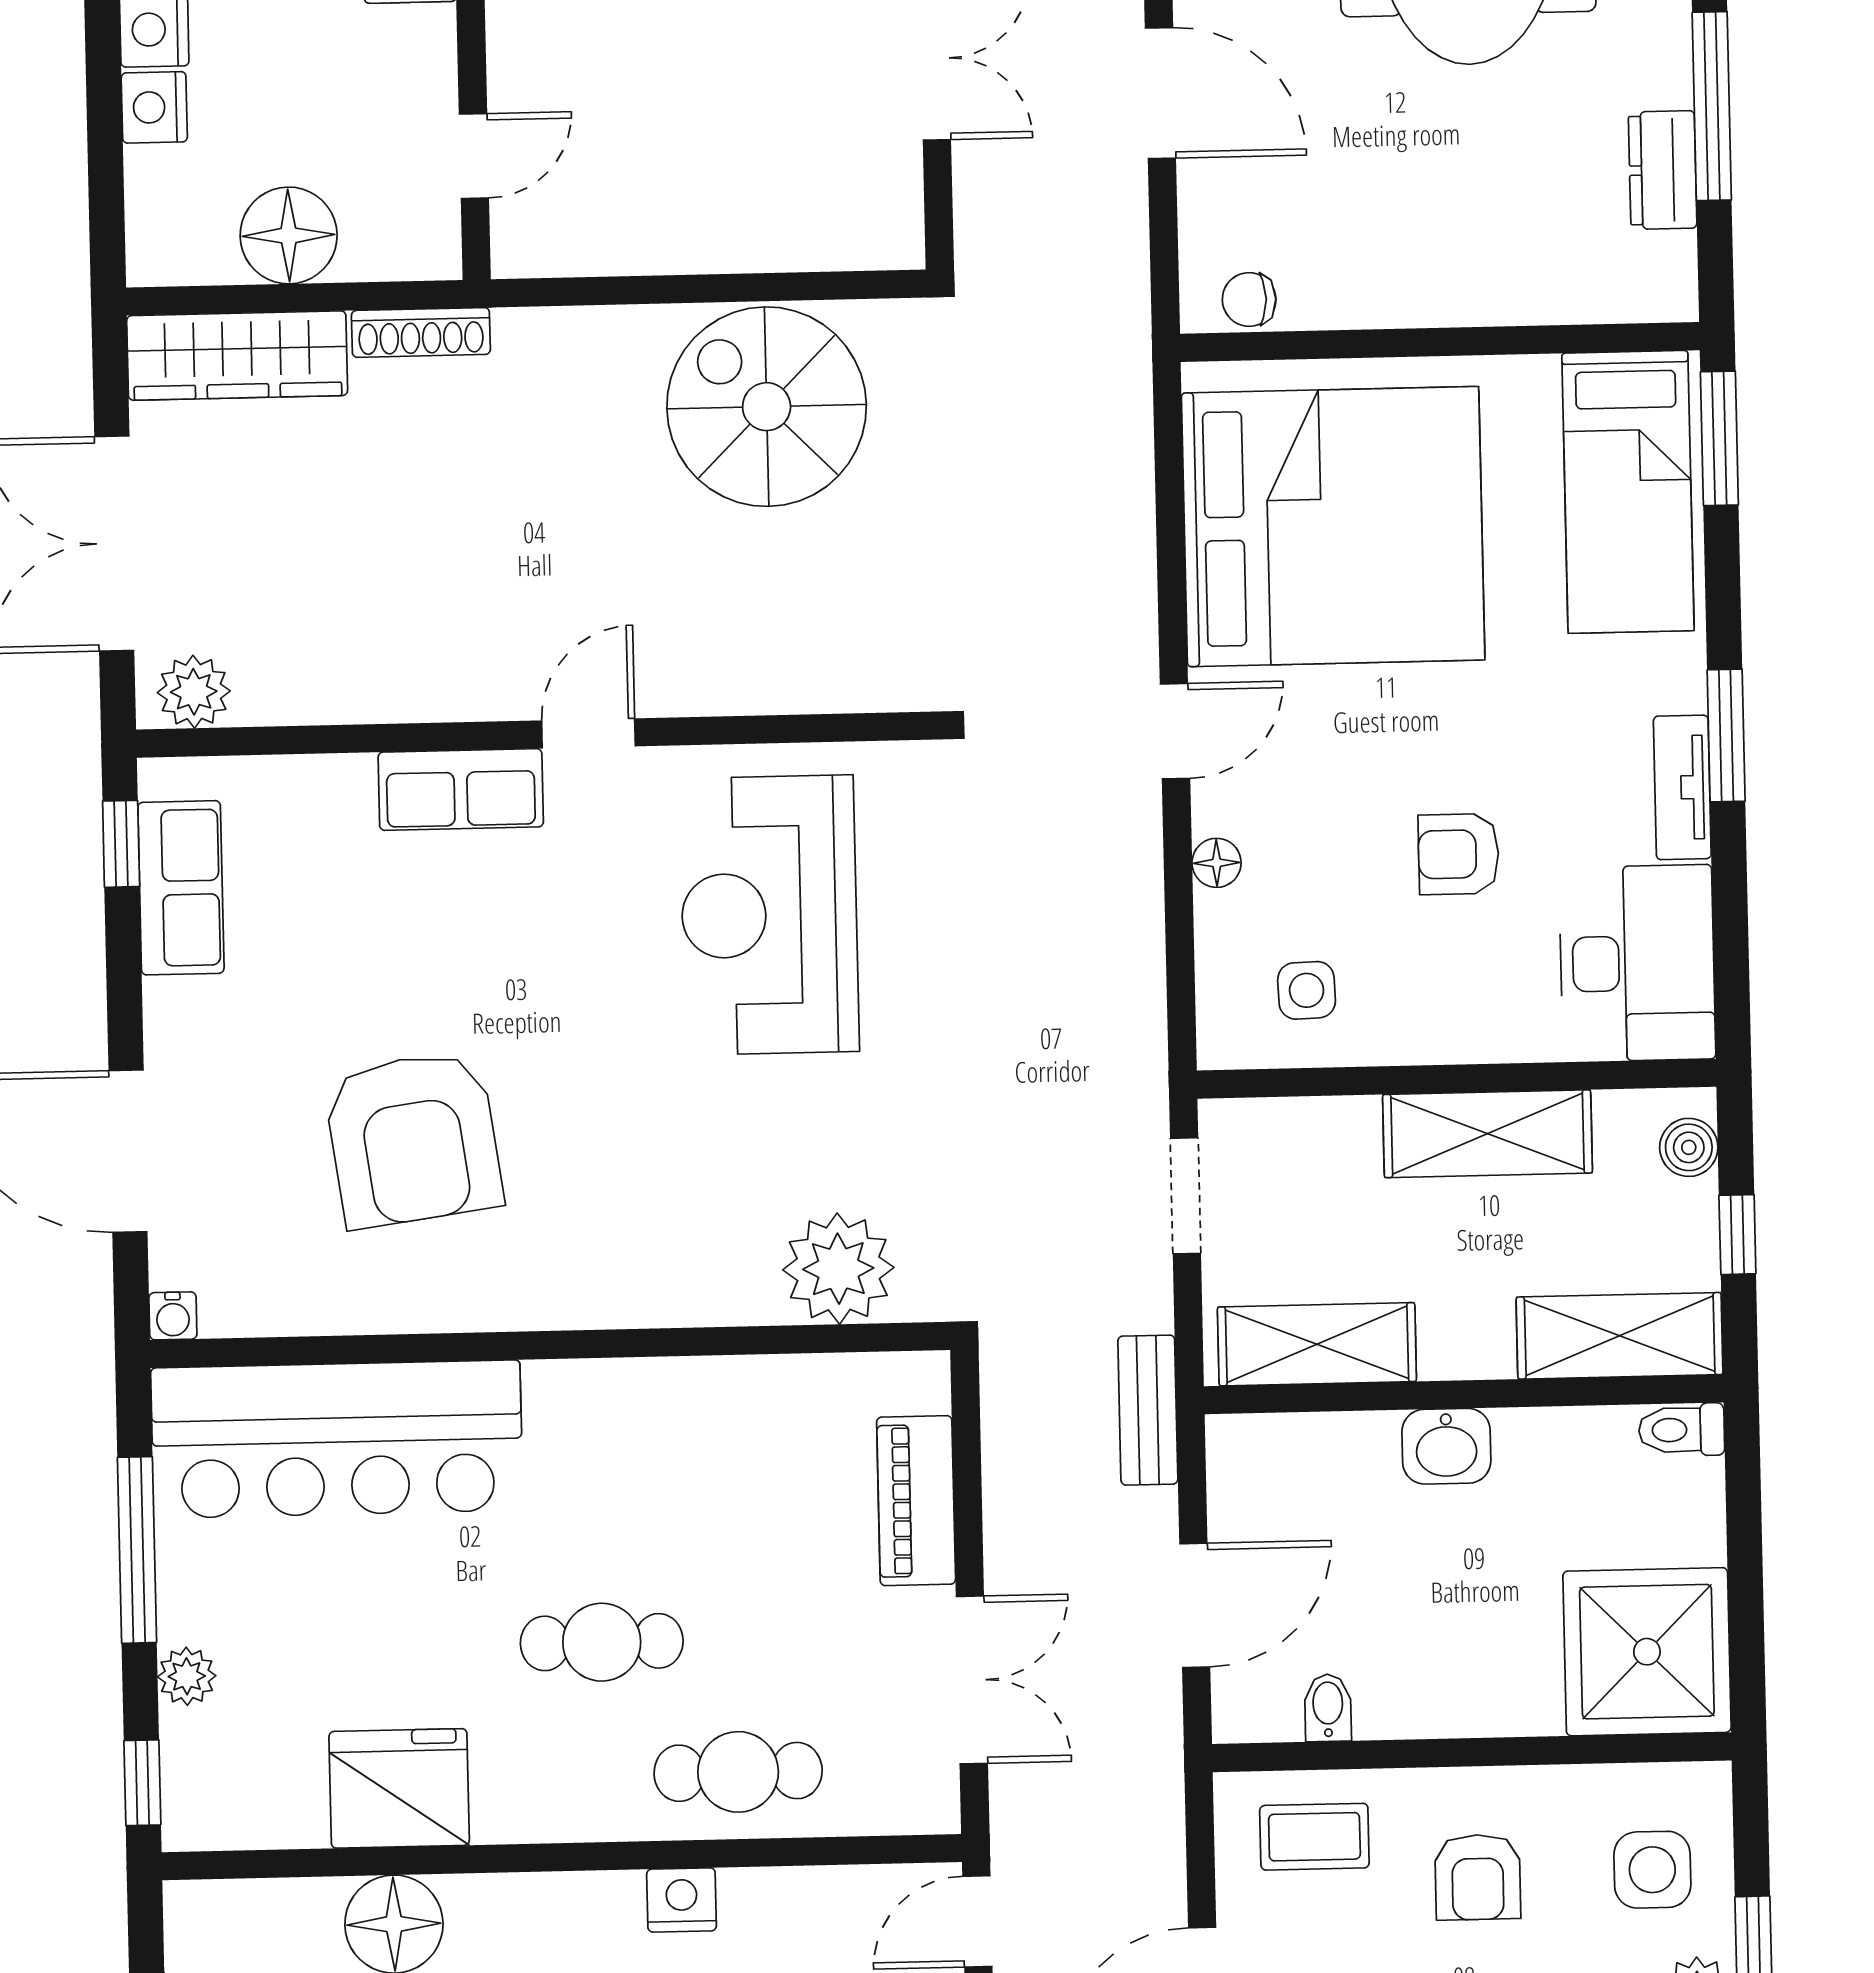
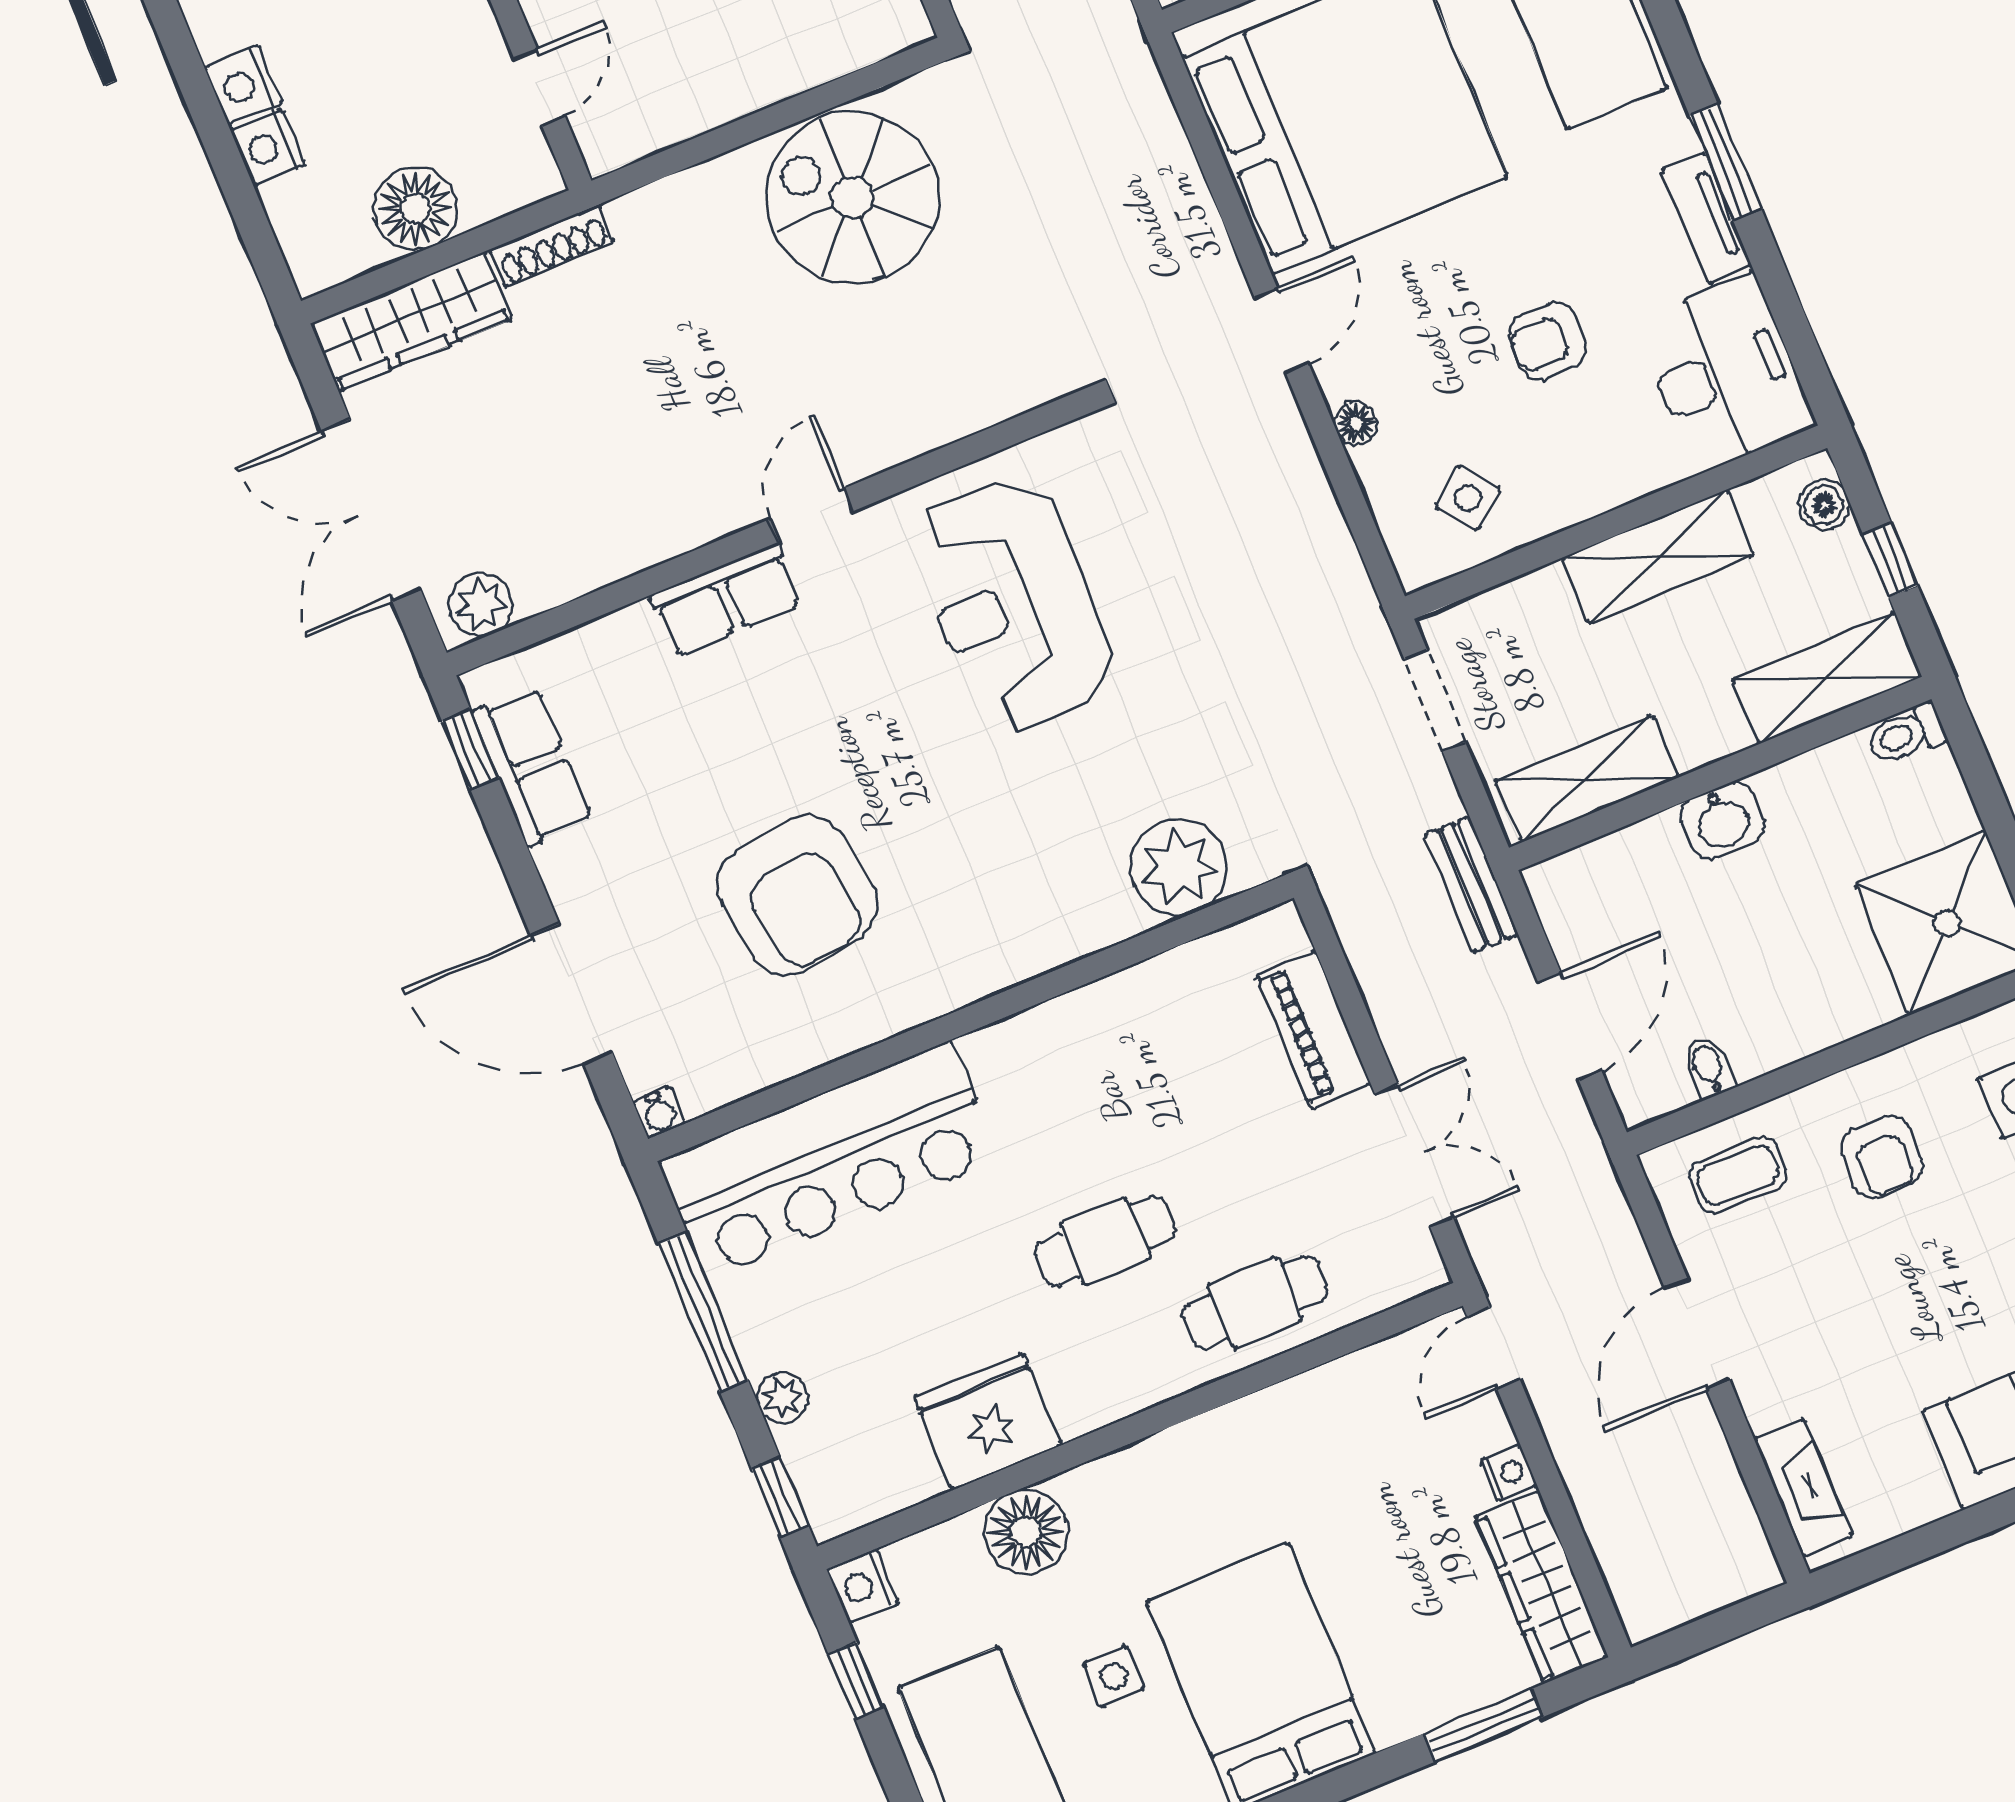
side table: (1307, 990) -> (1468, 498), turned -37
nightstand: (682, 1900) -> (863, 1586), moved, turned -90

